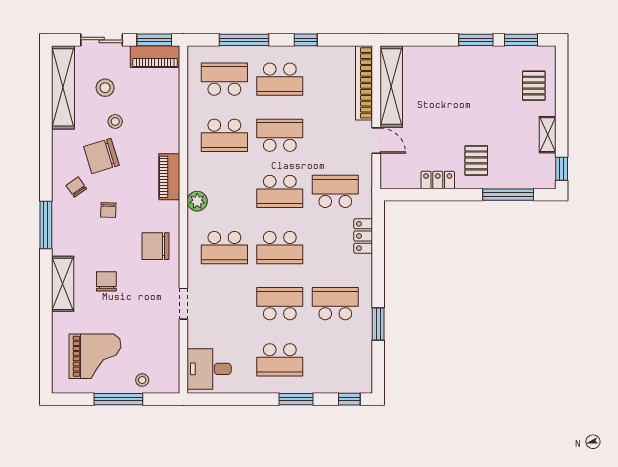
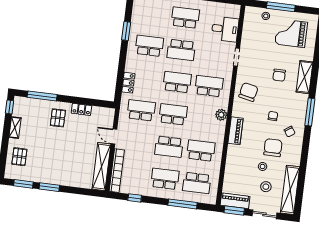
window: (306, 40) -> (135, 198), moved
chair: (101, 156) -> (273, 148), turned -73
school desk: (335, 191) -> (141, 110), turned 180
chair: (155, 246) -> (248, 92), turned -78
school desk: (335, 304) -> (149, 46), turned 180
desk: (209, 369) -> (225, 29), moved

